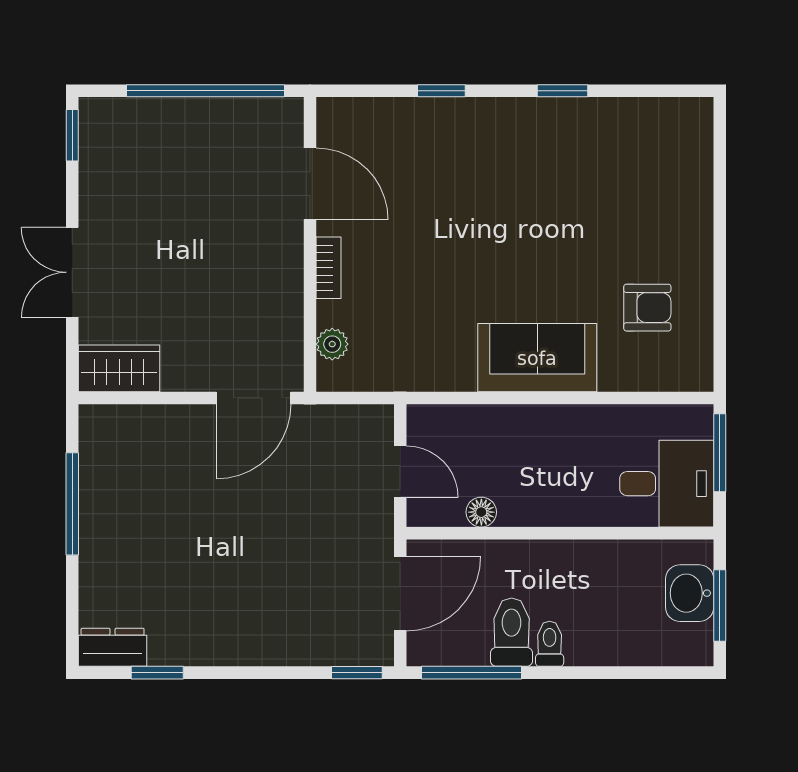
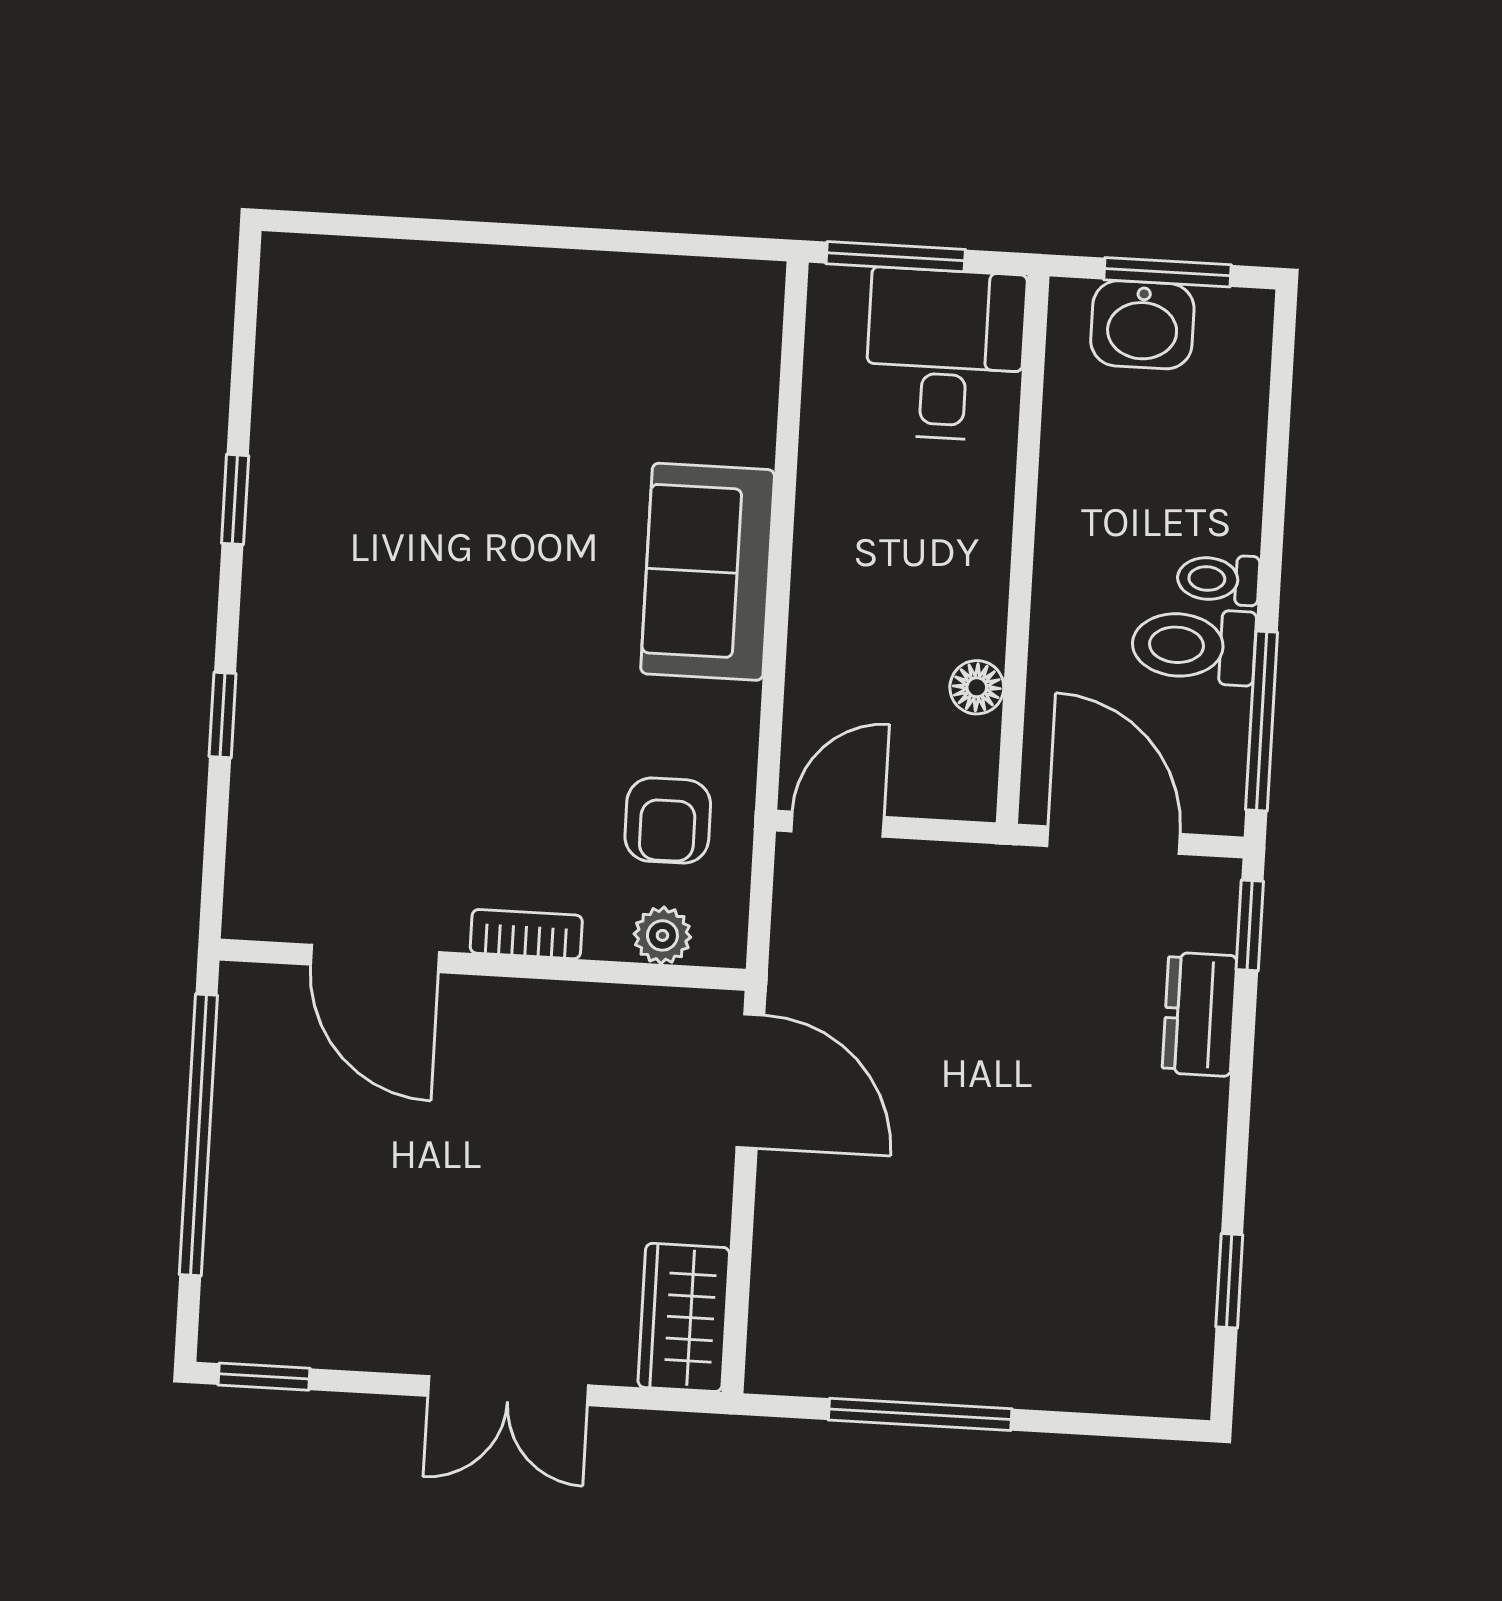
door: (310, 184) -> (375, 958), swing flipped
armchair: (647, 308) -> (668, 821), moved, turned 180
door: (400, 472) -> (838, 824), moved
dresser: (113, 647) -> (1199, 1014), moved

